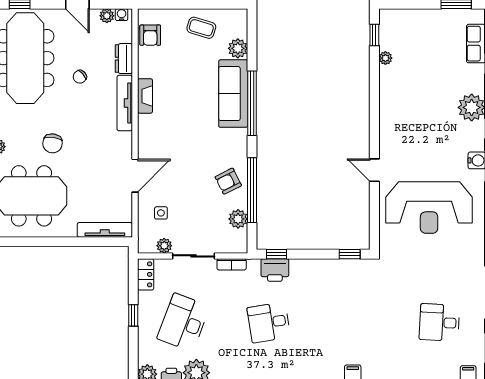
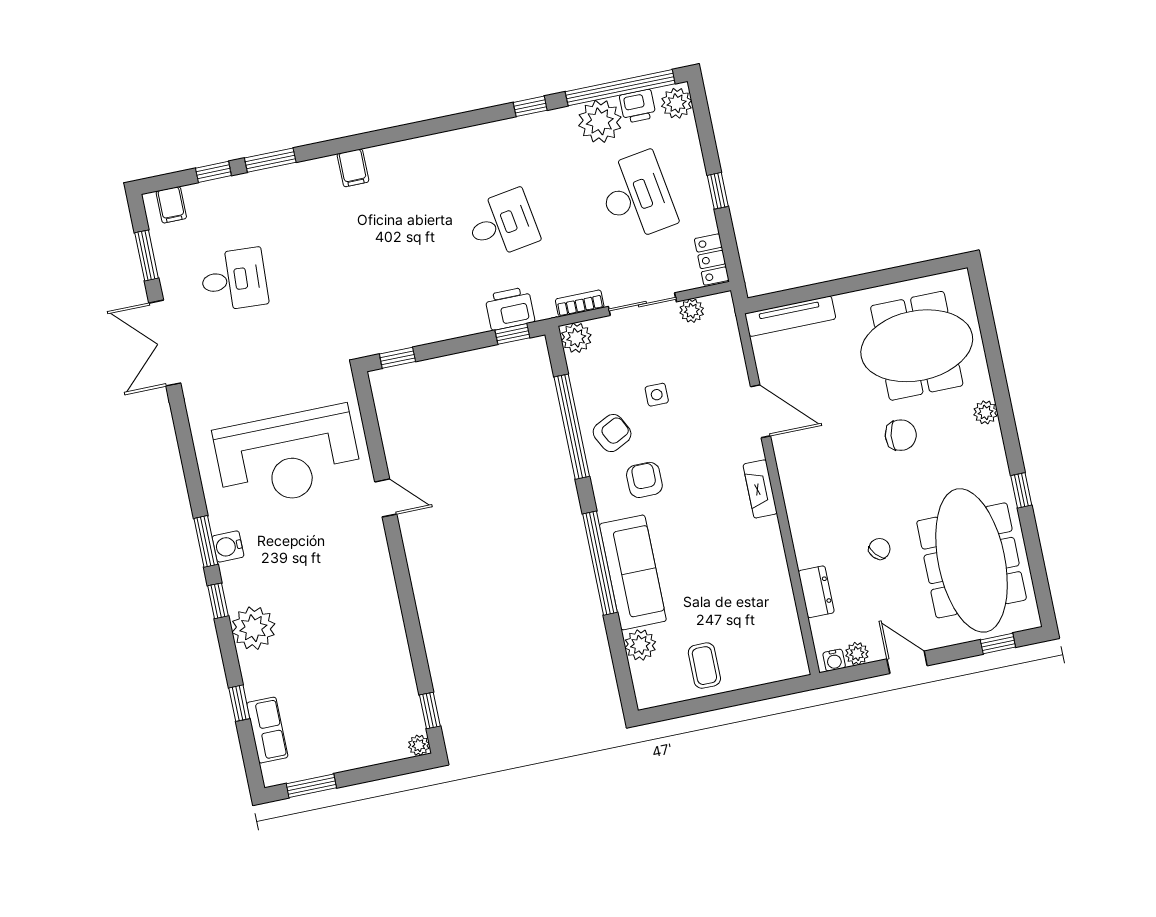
coffee table: (201, 28) -> (704, 666), turned 73
armchair: (150, 35) -> (644, 480), moved
plant: (385, 58) -> (419, 745), moved
fireplace: (145, 96) -> (760, 489), moved
tv unit: (125, 103) -> (800, 522), removed
chair: (53, 143) -> (901, 435), turned 89
door: (135, 176) -> (761, 411), swing flipped
reception desk: (429, 208) -> (288, 457), turned 180
side table: (161, 213) -> (657, 395), moved
plant: (238, 219) -> (576, 338), moved
desk: (183, 322) -> (637, 196), turned -30

